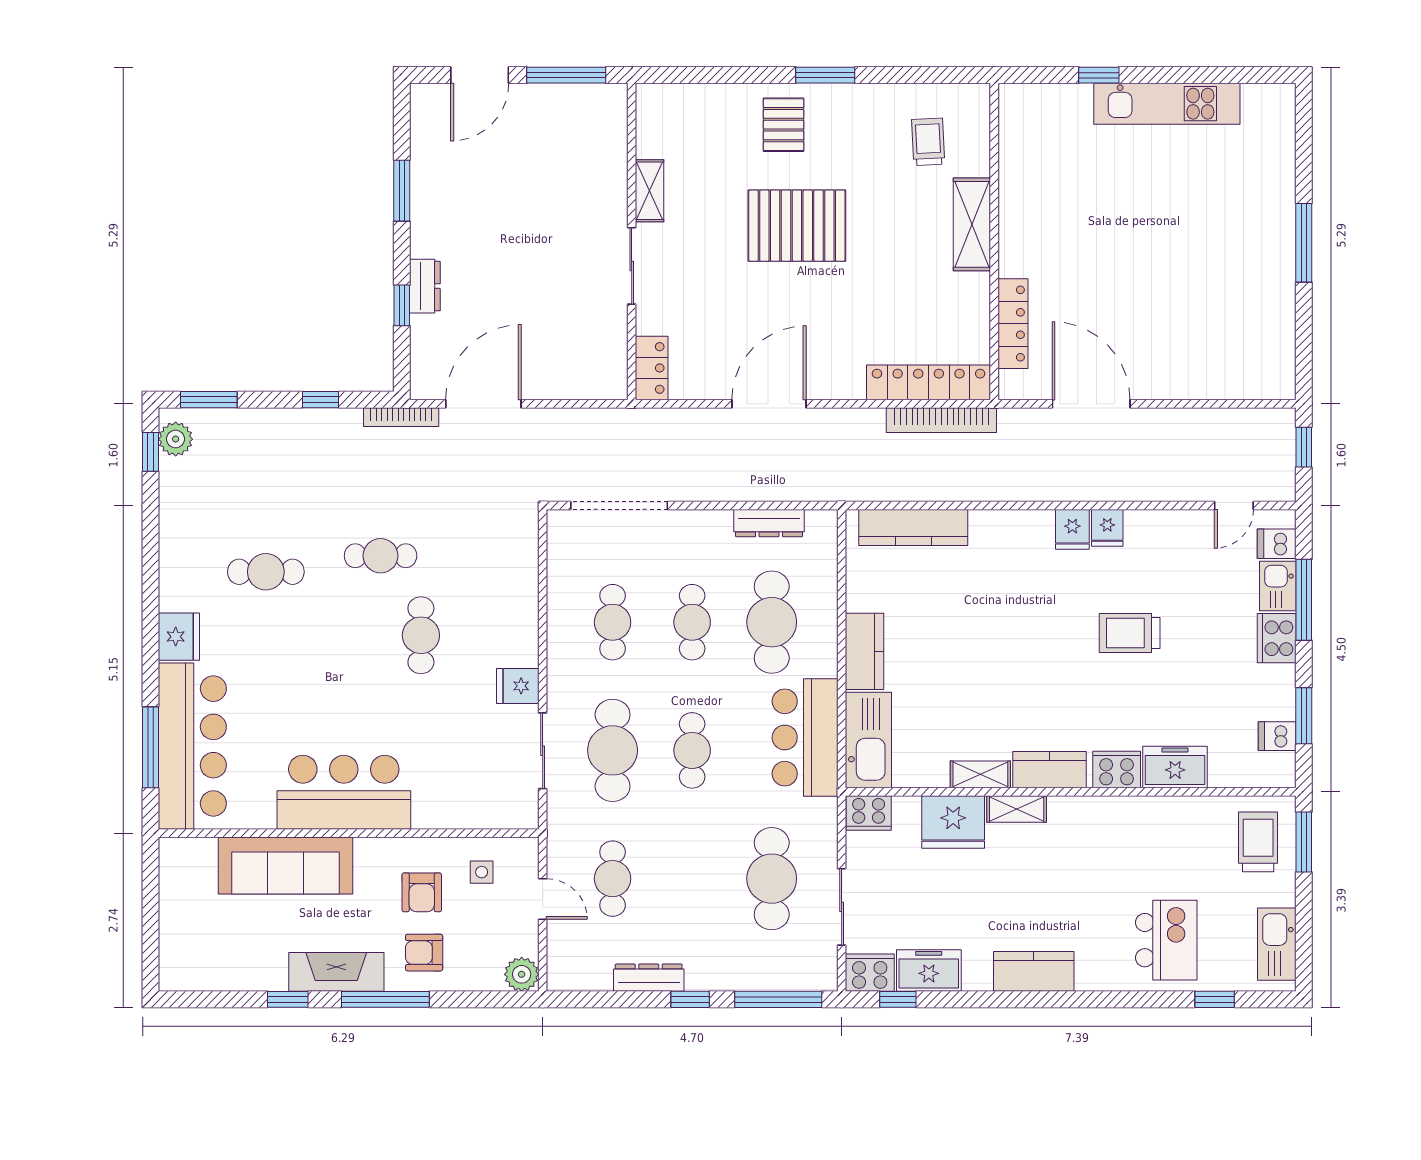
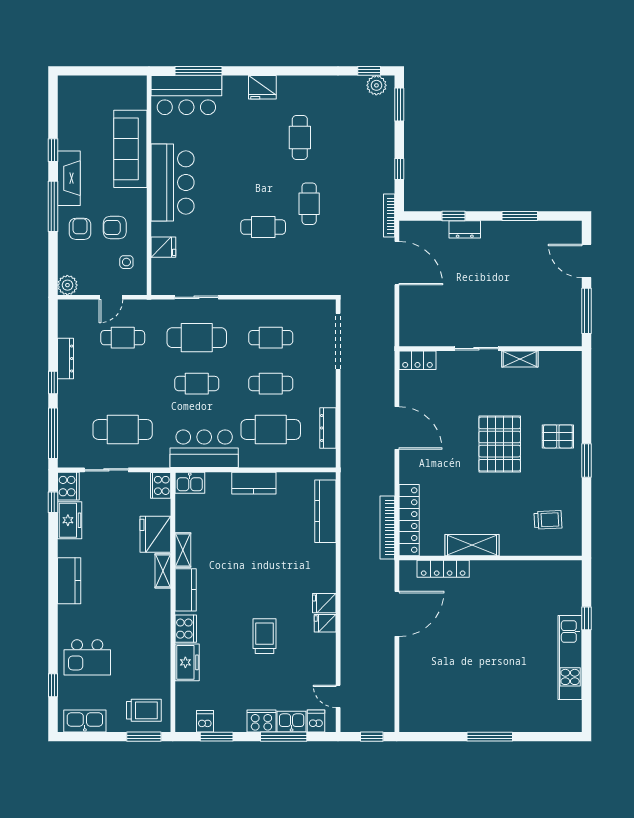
shelving: (972, 224) -> (472, 545), moved
fridge: (518, 686) -> (163, 247), moved, turned 90
kitchen sink: (868, 740) -> (190, 483), width x0.53, depth x0.81
bar counter: (192, 746) -> (186, 95), width x0.73

